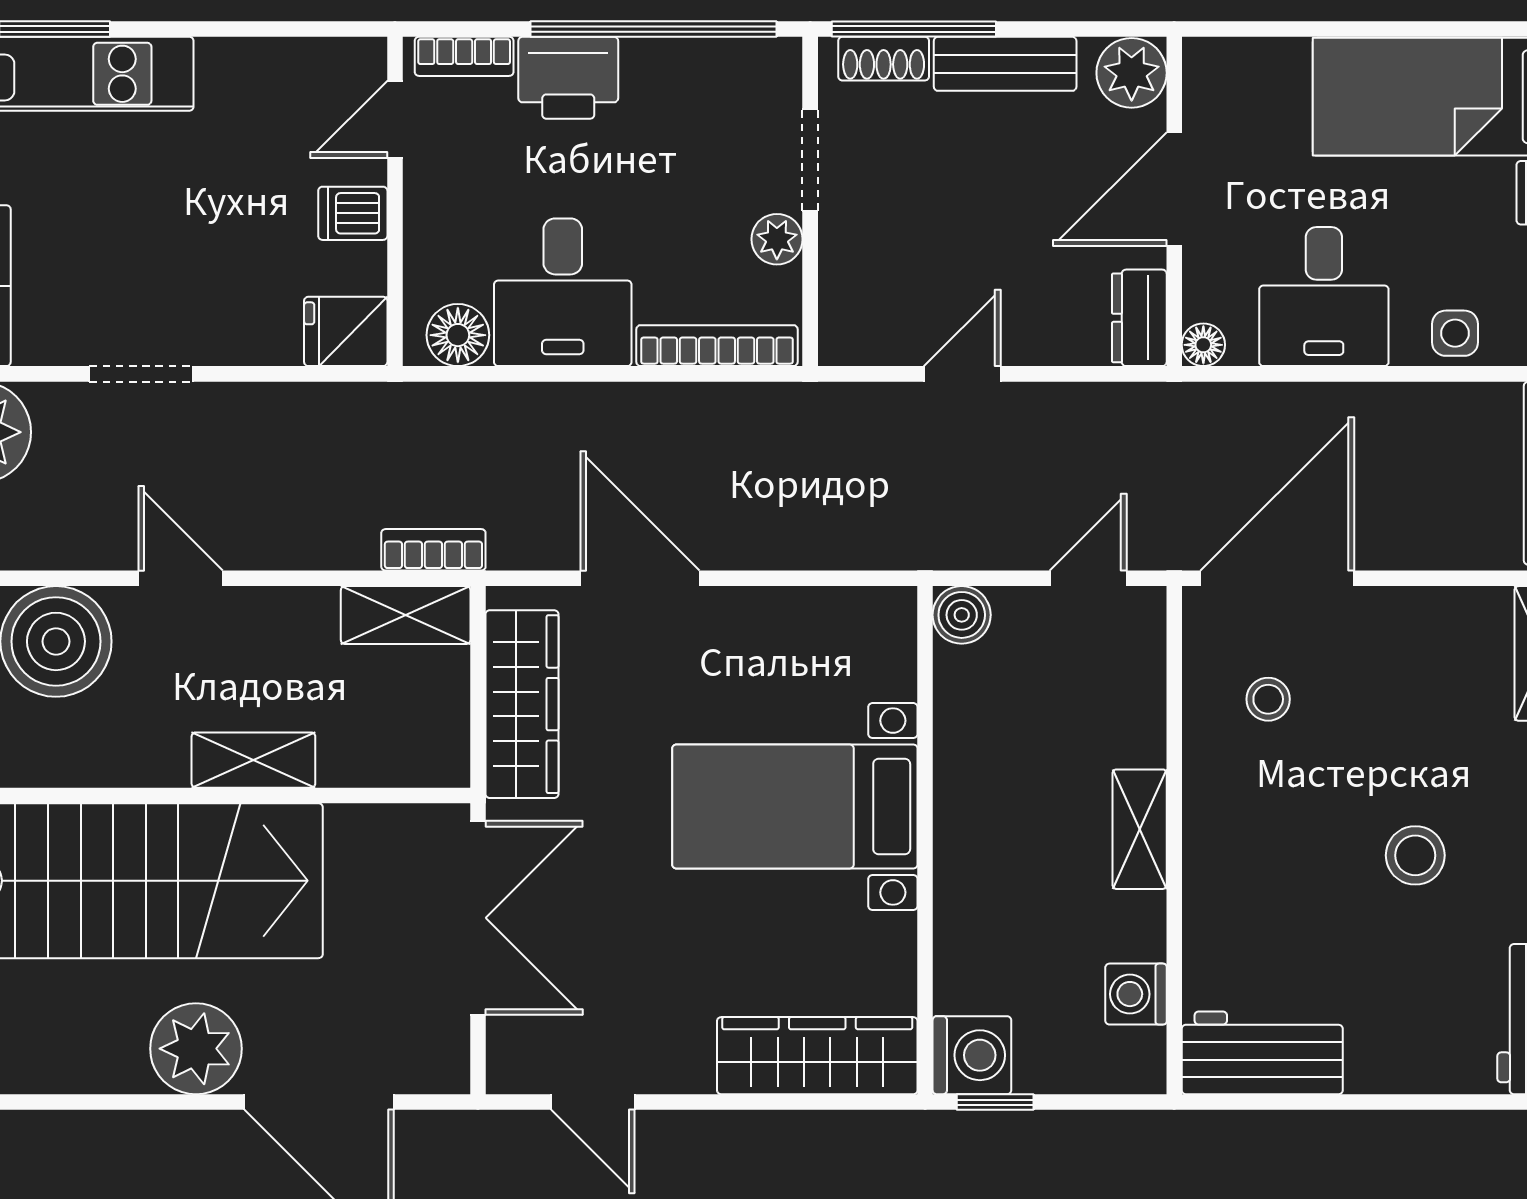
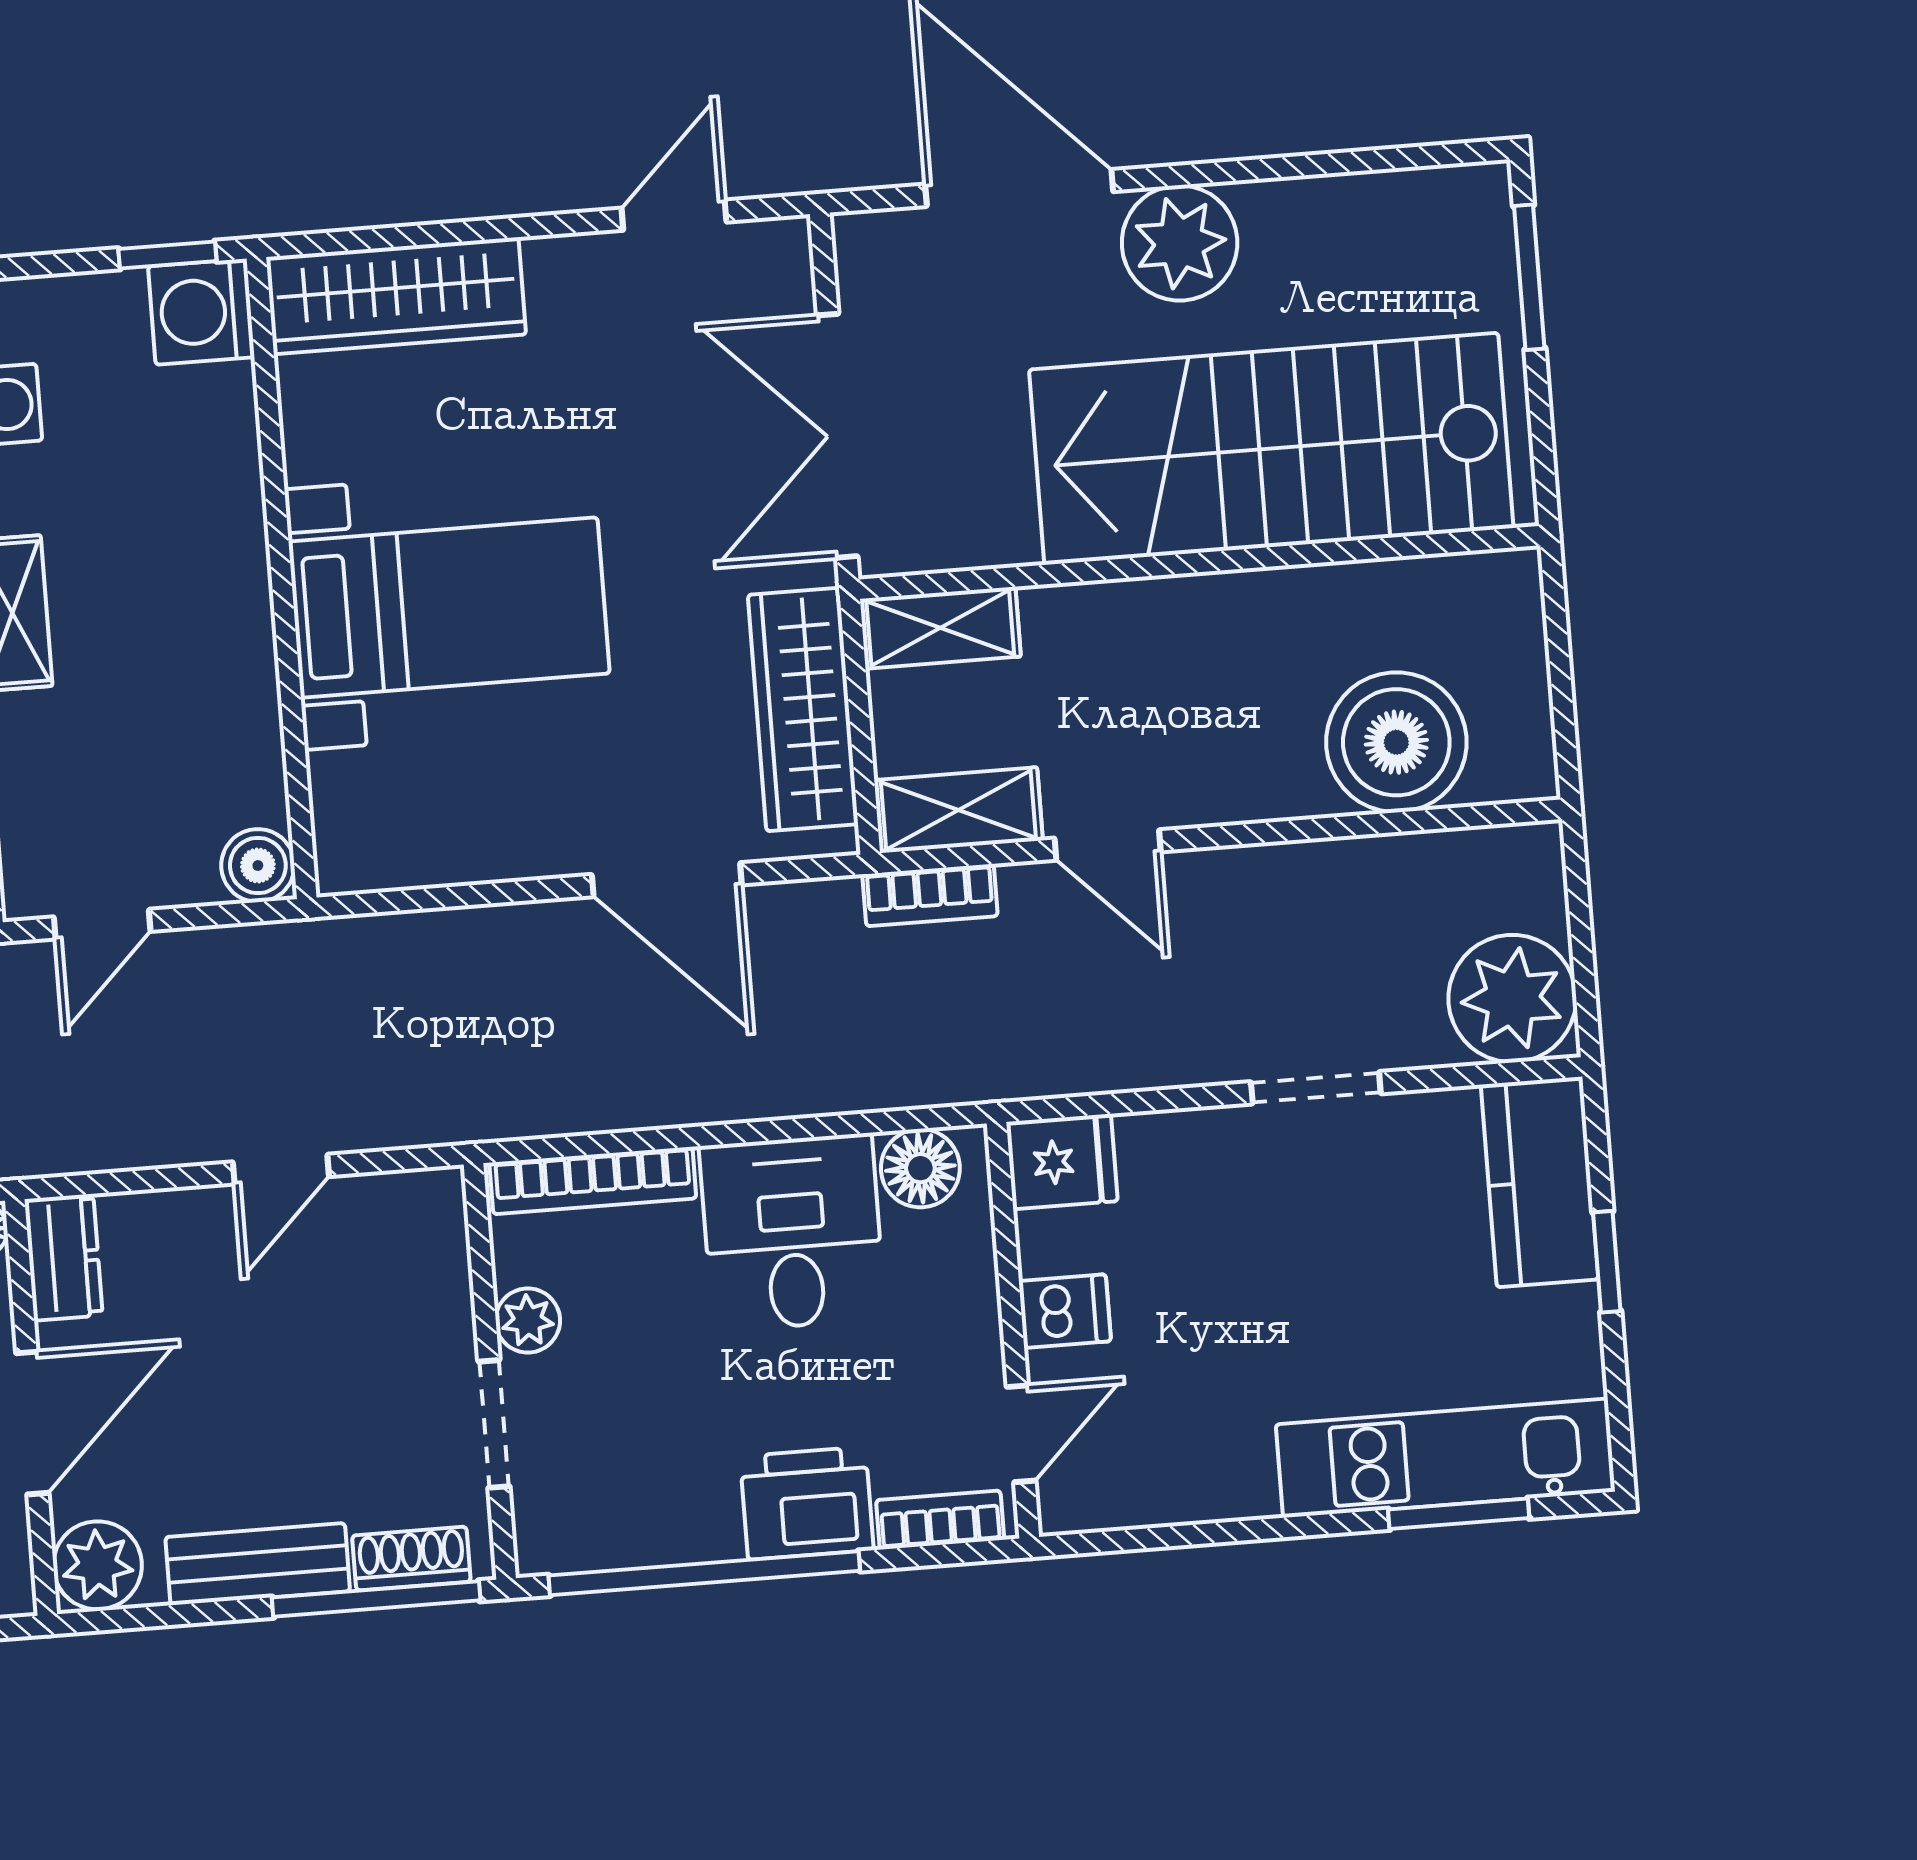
door: (181, 578) -> (1108, 845), moved
shelving: (253, 760) -> (940, 628), moved
door: (593, 1102) -> (674, 215), hinge flipped

